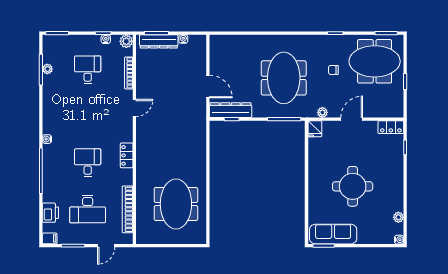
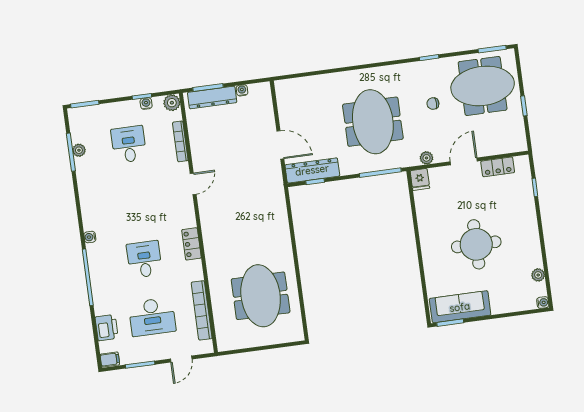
locker: (391, 127) -> (498, 167), moved

